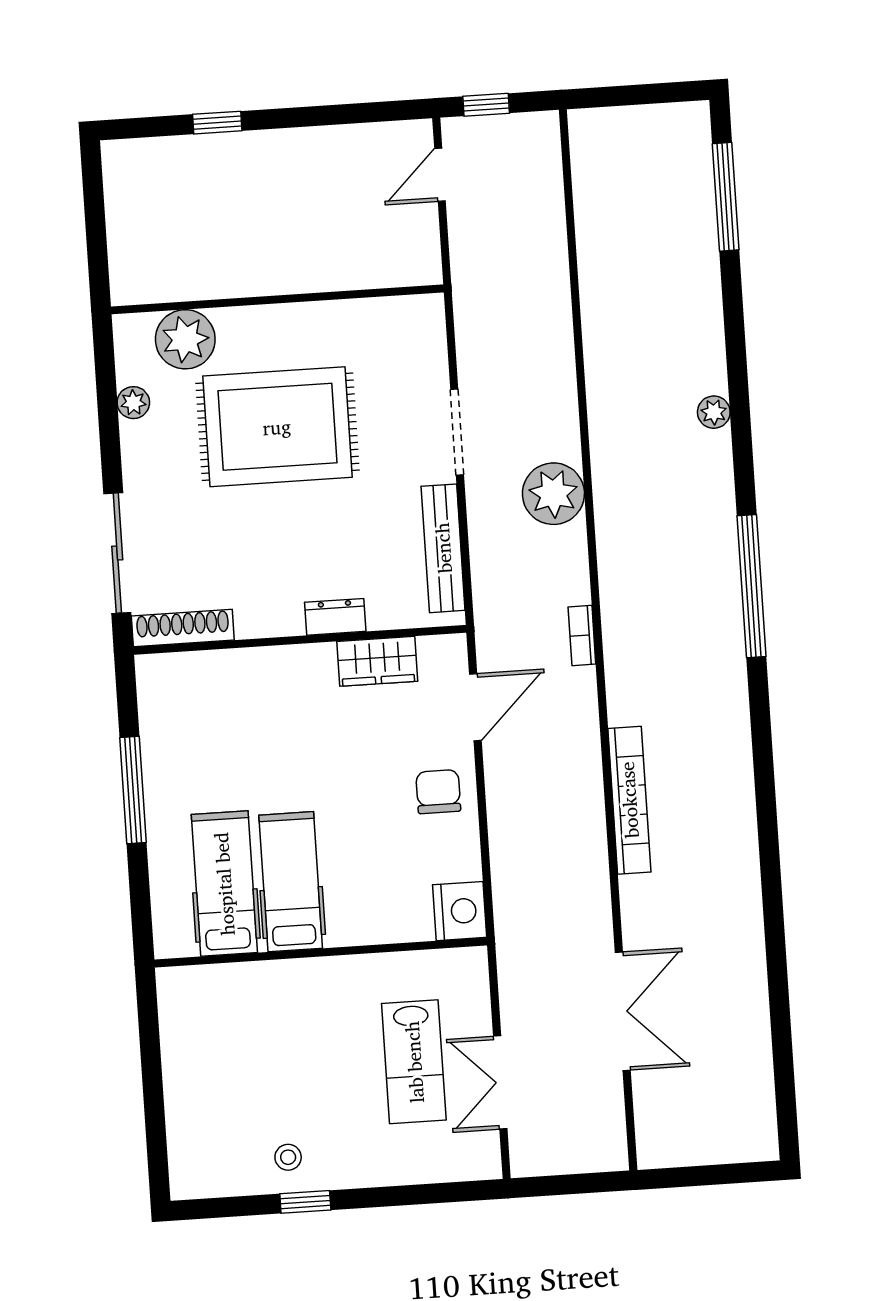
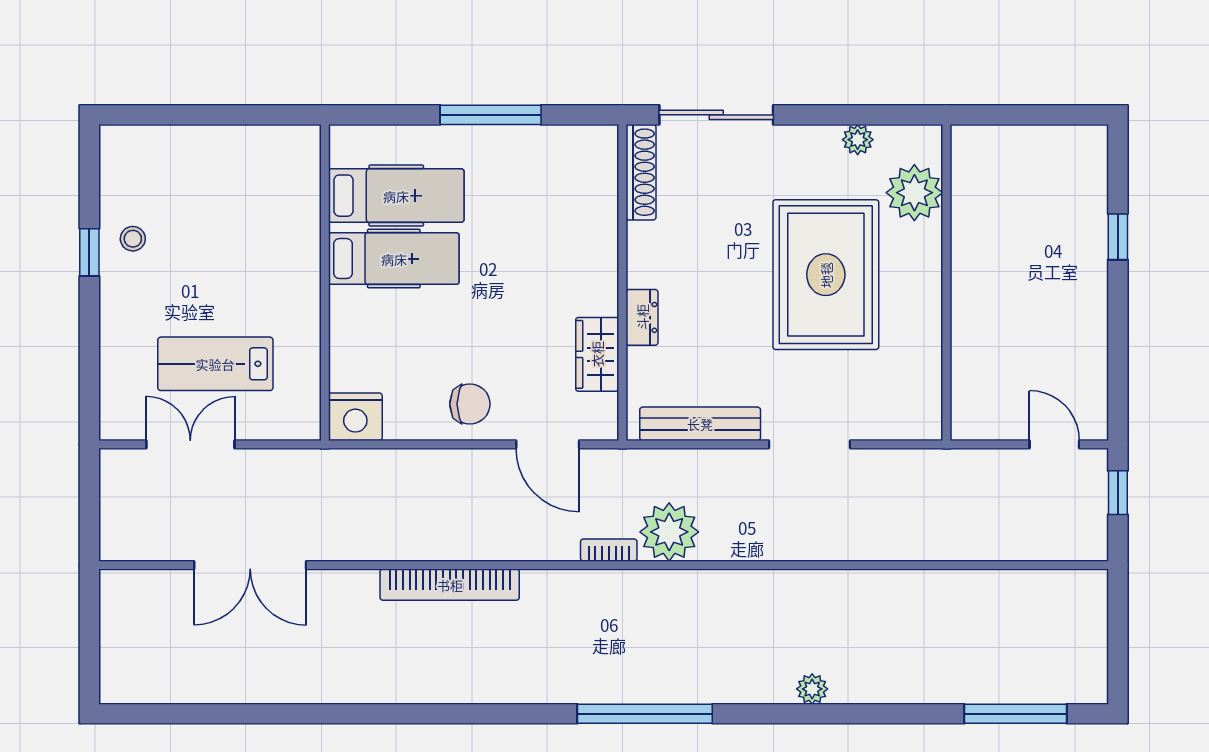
plant: (553, 494) -> (669, 532), moved

